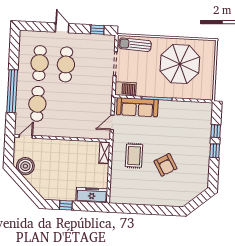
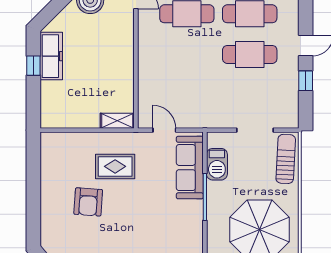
window: (97, 30) -> (306, 81), moved
barbecue: (125, 89) -> (217, 164), moved
armchair: (166, 165) -> (88, 202), moved, turned -56
freezer: (92, 195) -> (51, 56), moved

